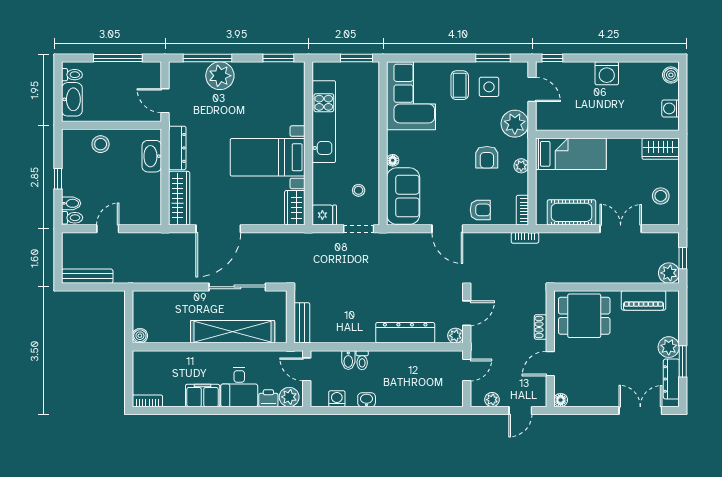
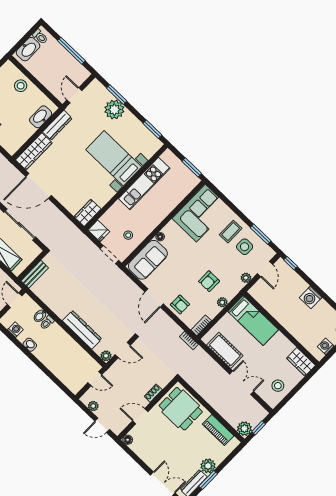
window: (208, 58) -> (117, 95), width x0.69
plant: (515, 124) -> (246, 278), width x0.53, depth x0.53
bed with nightstands: (268, 157) -> (114, 158), moved

